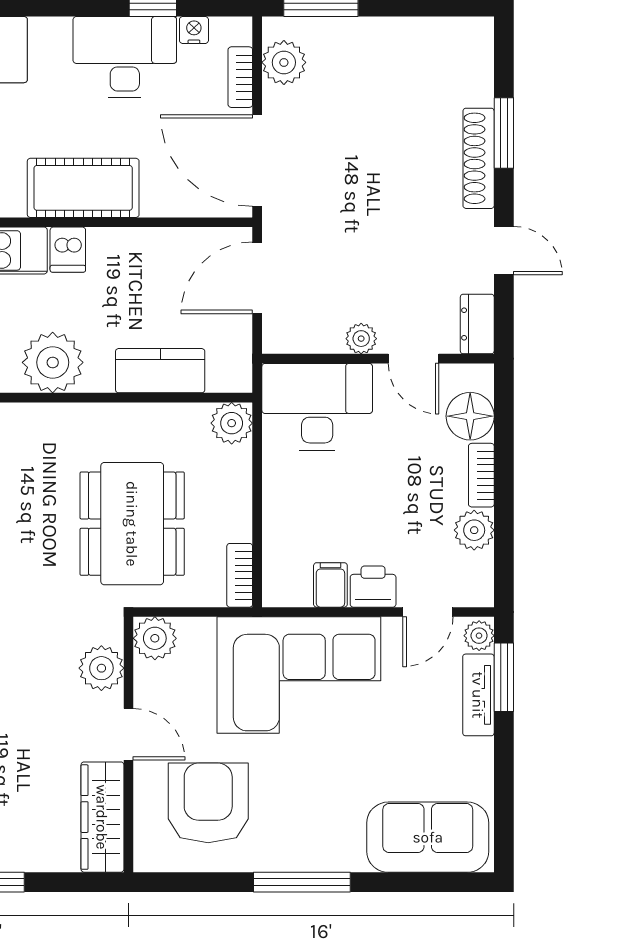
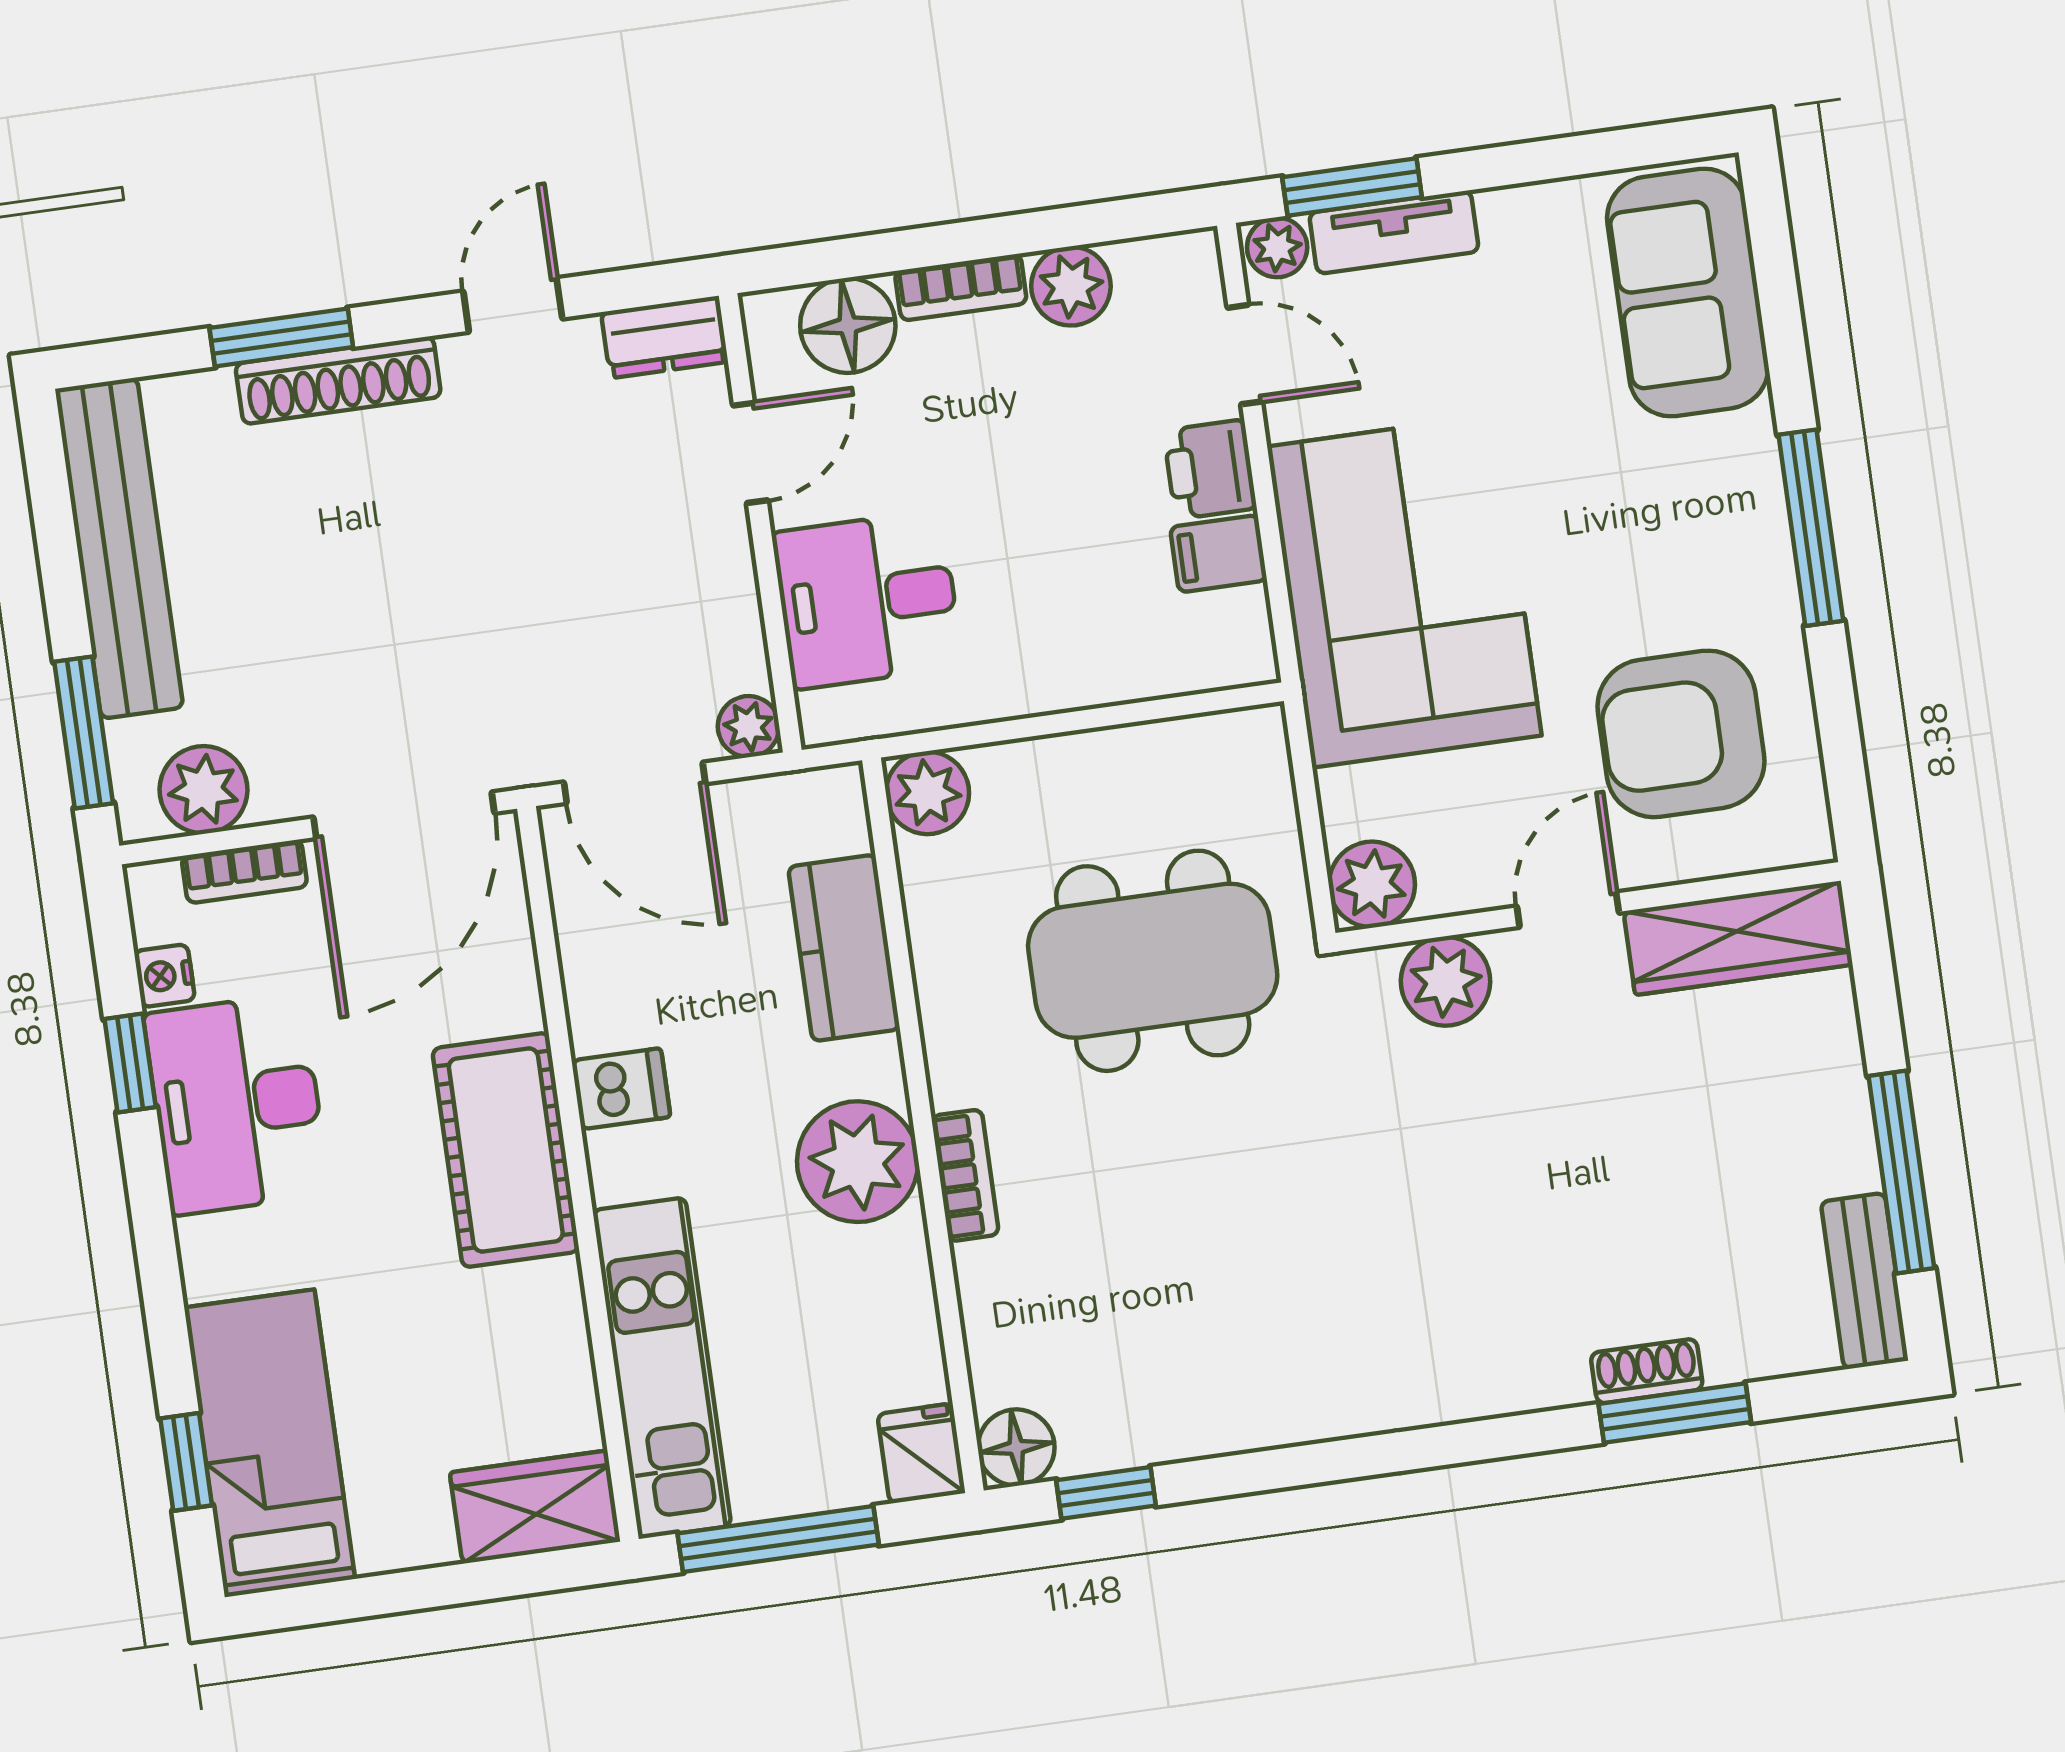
bench: (410, 37) -> (119, 548), added
dishwasher: (68, 250) -> (621, 1089), moved
plant: (361, 339) -> (749, 727), moved
desk: (317, 407) -> (867, 600), width x0.73
bookcase: (240, 575) -> (965, 1175), moved, turned -90

